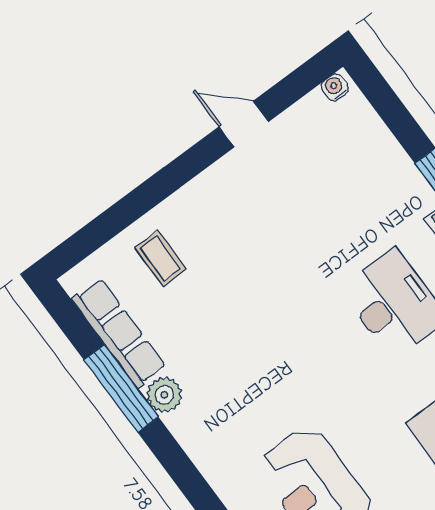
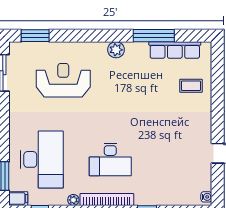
plant: (164, 395) -> (116, 50), moved

